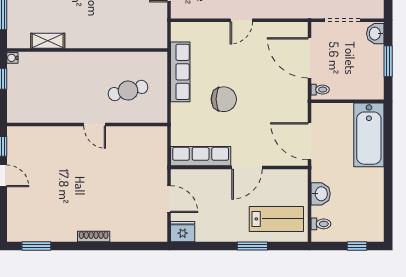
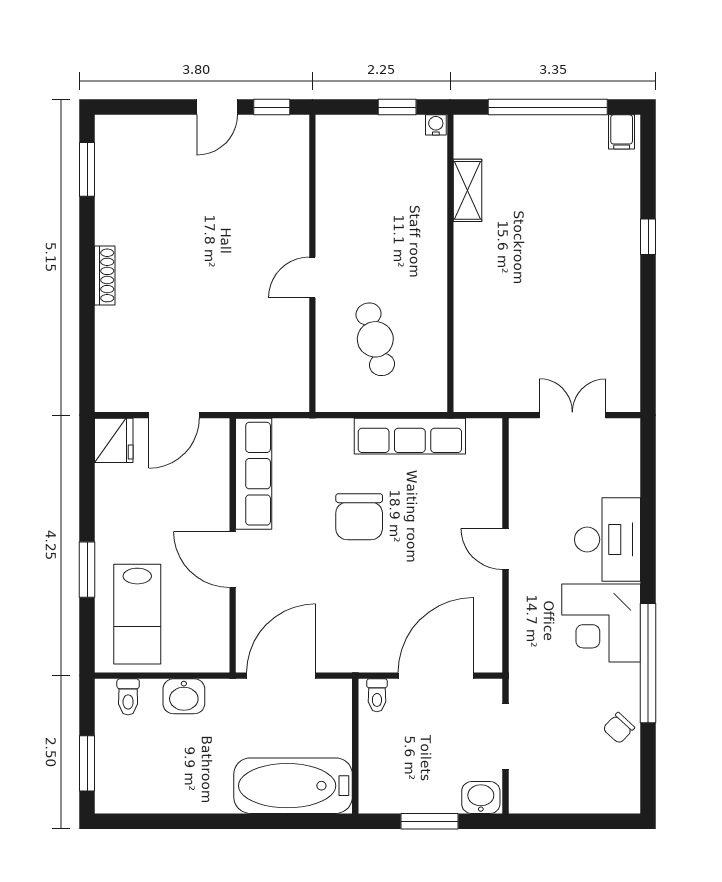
window: (357, 246) -> (87, 763), width x1.50

